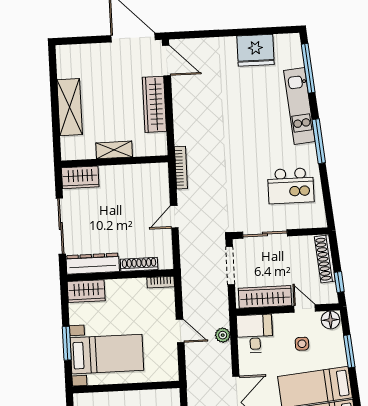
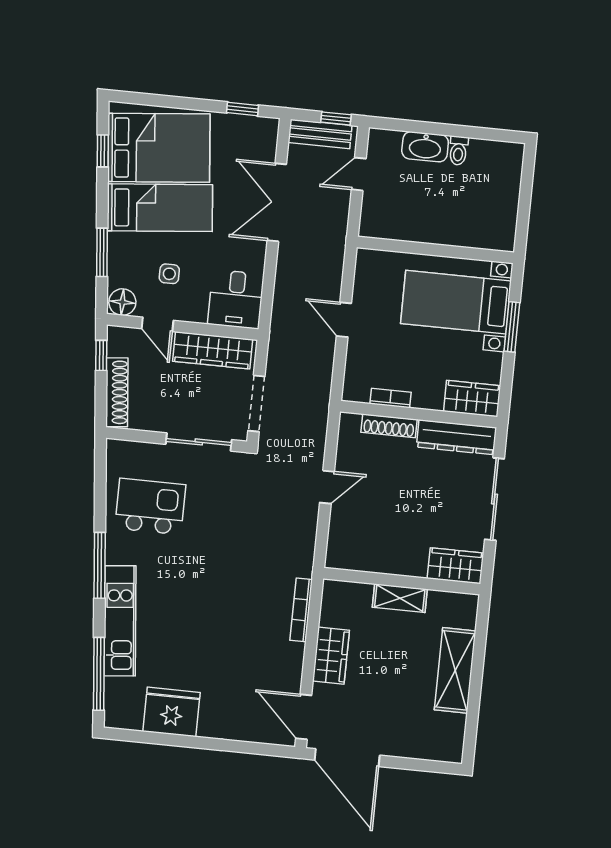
wardrobe: (154, 104) -> (331, 656), width x0.67
bookcase: (181, 168) -> (301, 610), moved
bookcase: (161, 282) -> (391, 398), moved
plant: (223, 335) -> (283, 304), removed

